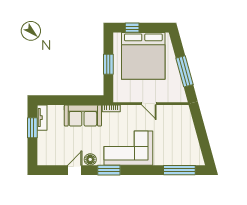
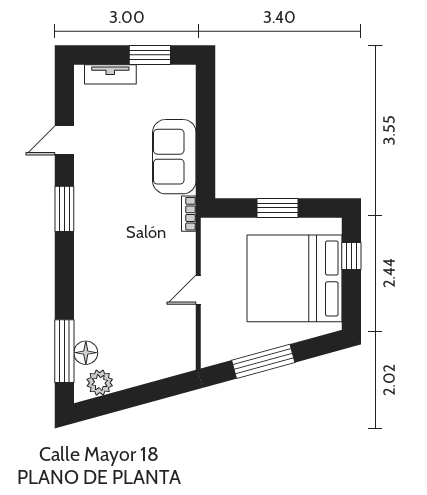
tv unit: (42, 118) -> (110, 74), moved
corner sofa: (128, 148) -> (109, 248), removed
plant: (195, 153) -> (100, 383), added
floor lamp: (90, 159) -> (86, 353), moved
door: (75, 170) -> (64, 140), swing flipped

